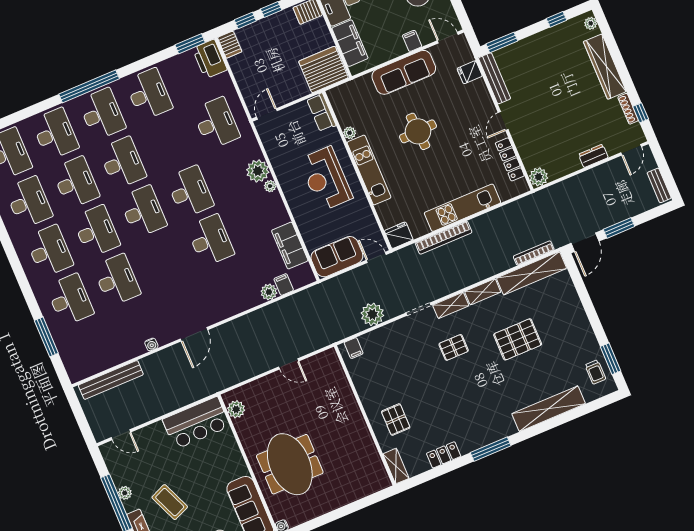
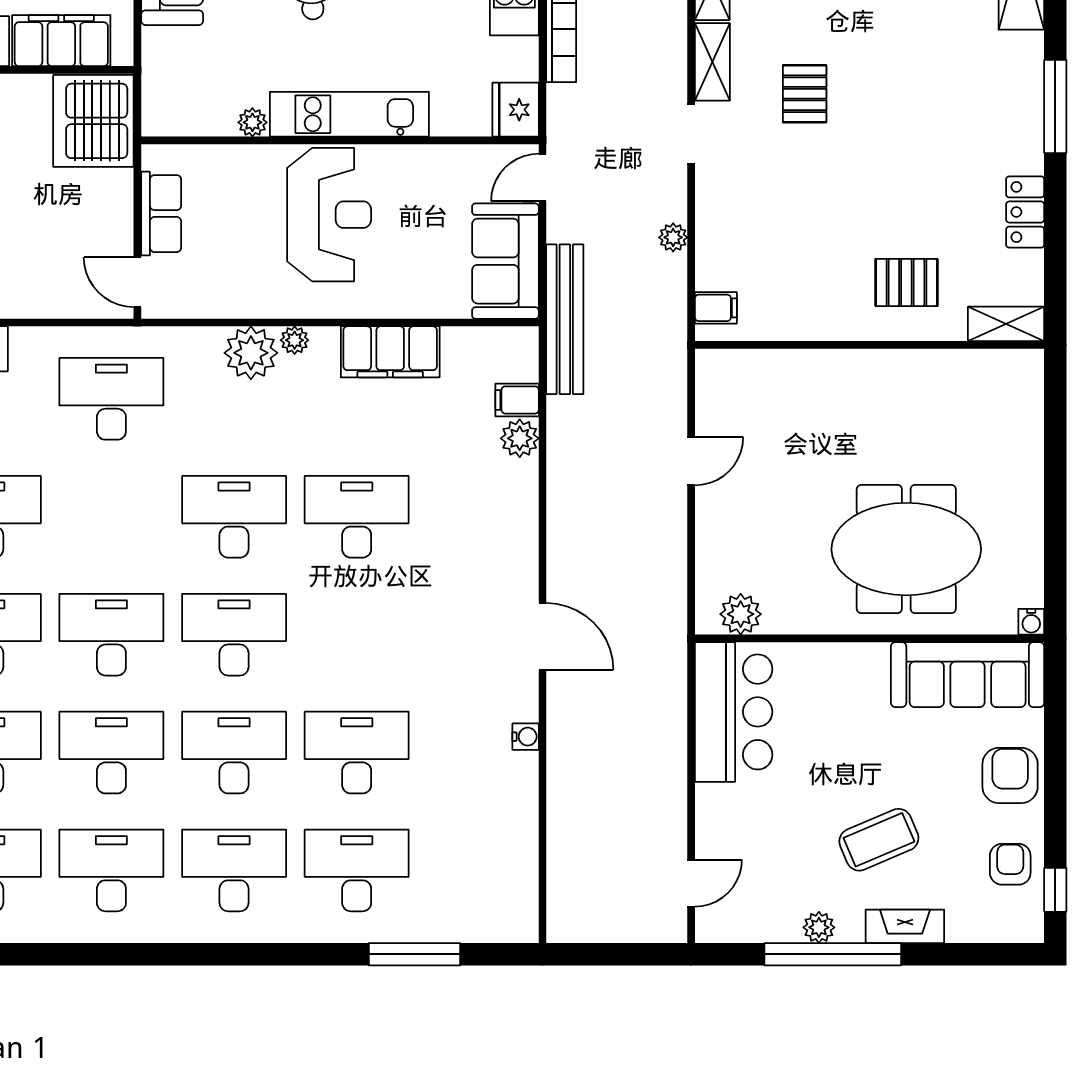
row of seats: (321, 112) -> (161, 214), moved, turned -90
reception desk: (326, 179) -> (329, 215), turned -90
filing cabinet: (290, 246) -> (390, 352), moved
plant: (372, 314) -> (673, 237), width x0.53, depth x0.53
bench: (111, 380) -> (565, 319), moved

